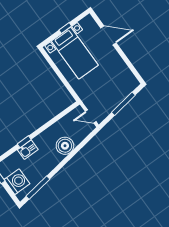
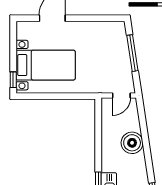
window: (65, 28) -> (13, 80), moved

